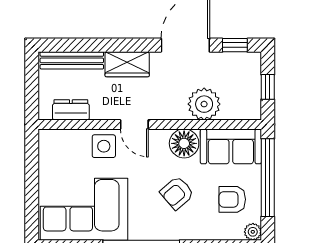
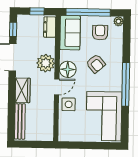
plant: (204, 104) -> (46, 63), moved
dresser: (71, 110) -> (50, 27), moved
floor lamp: (184, 143) -> (68, 69), moved
armchair: (232, 199) -> (100, 33), turned 180

